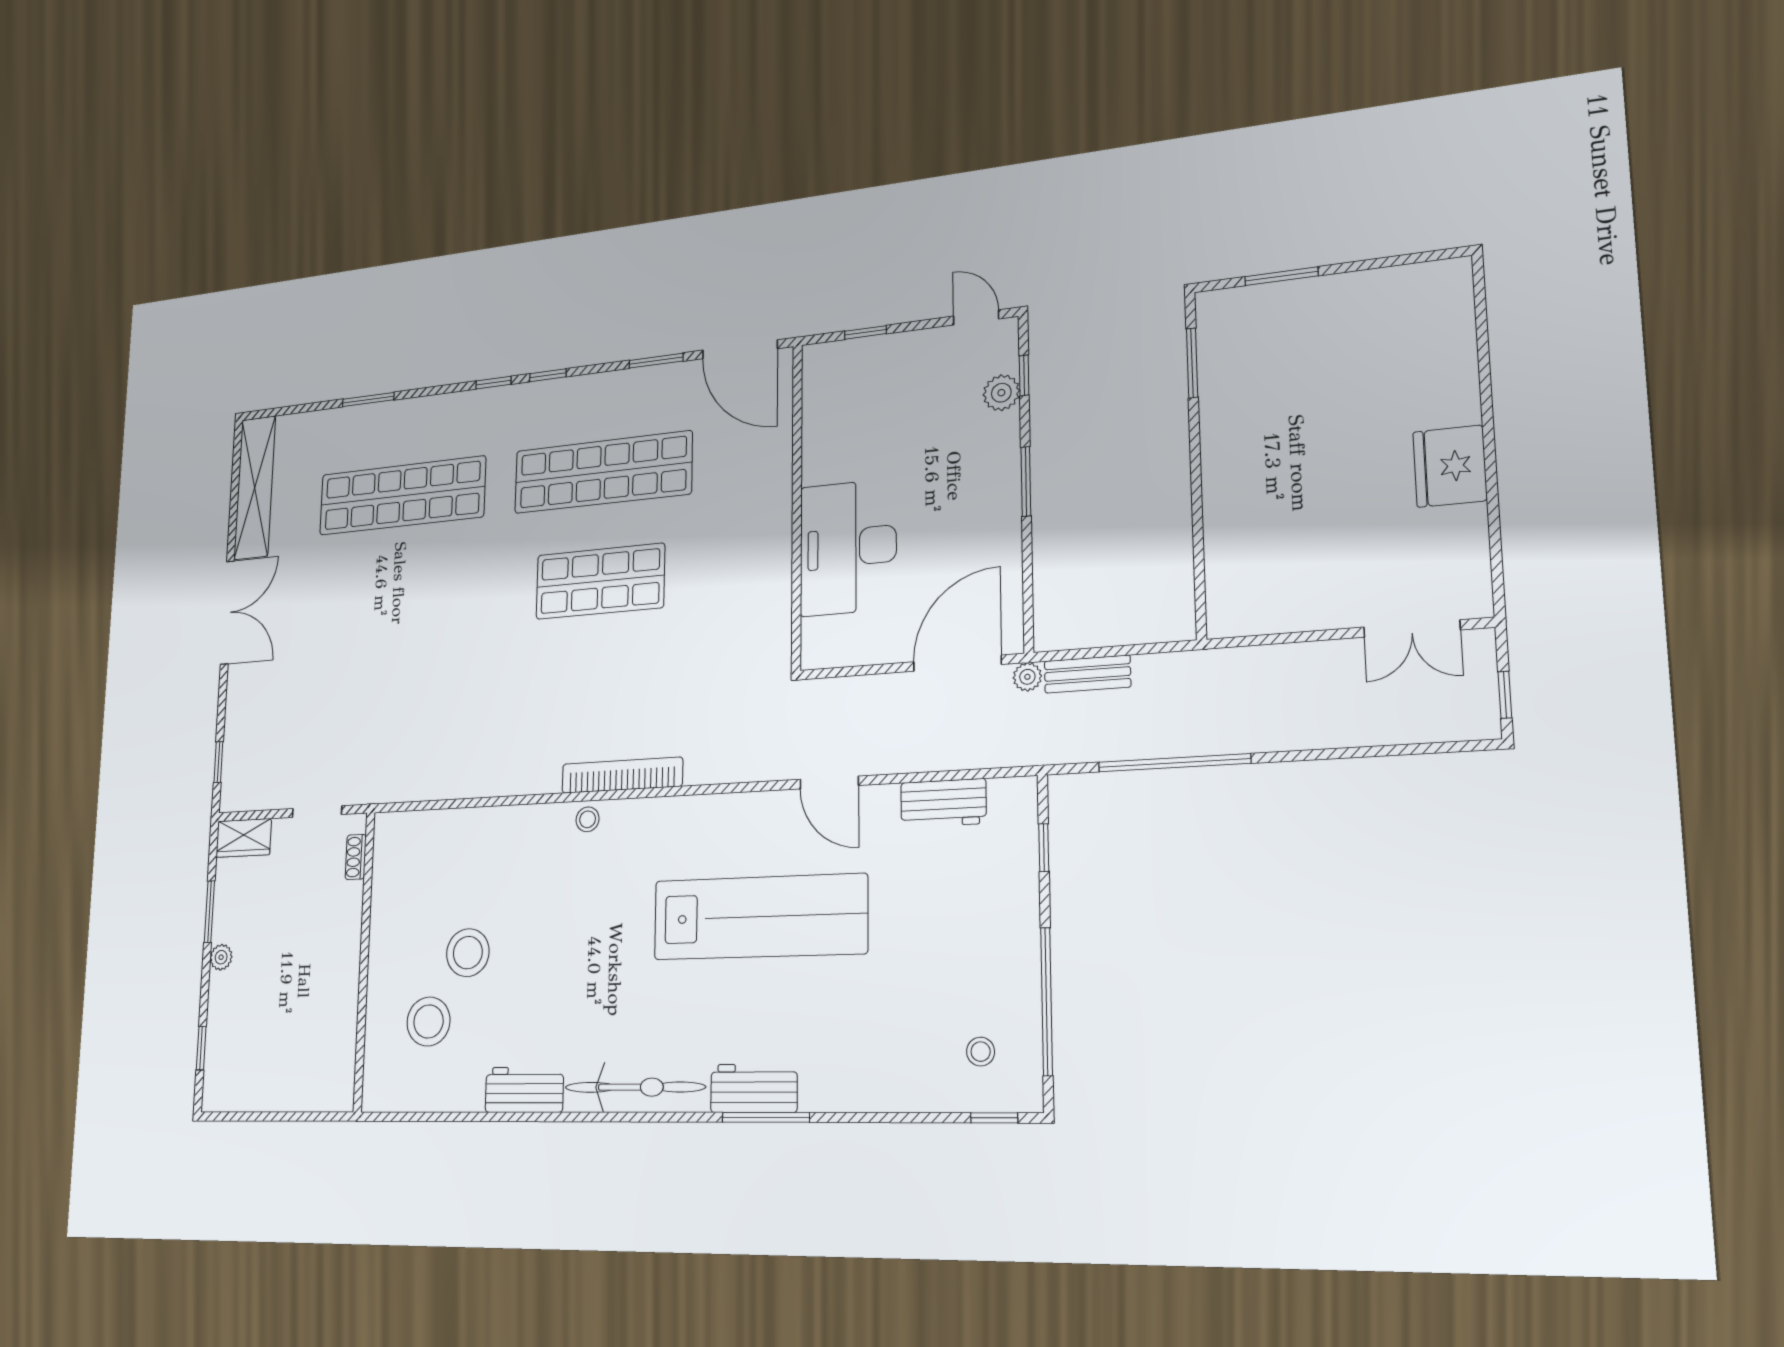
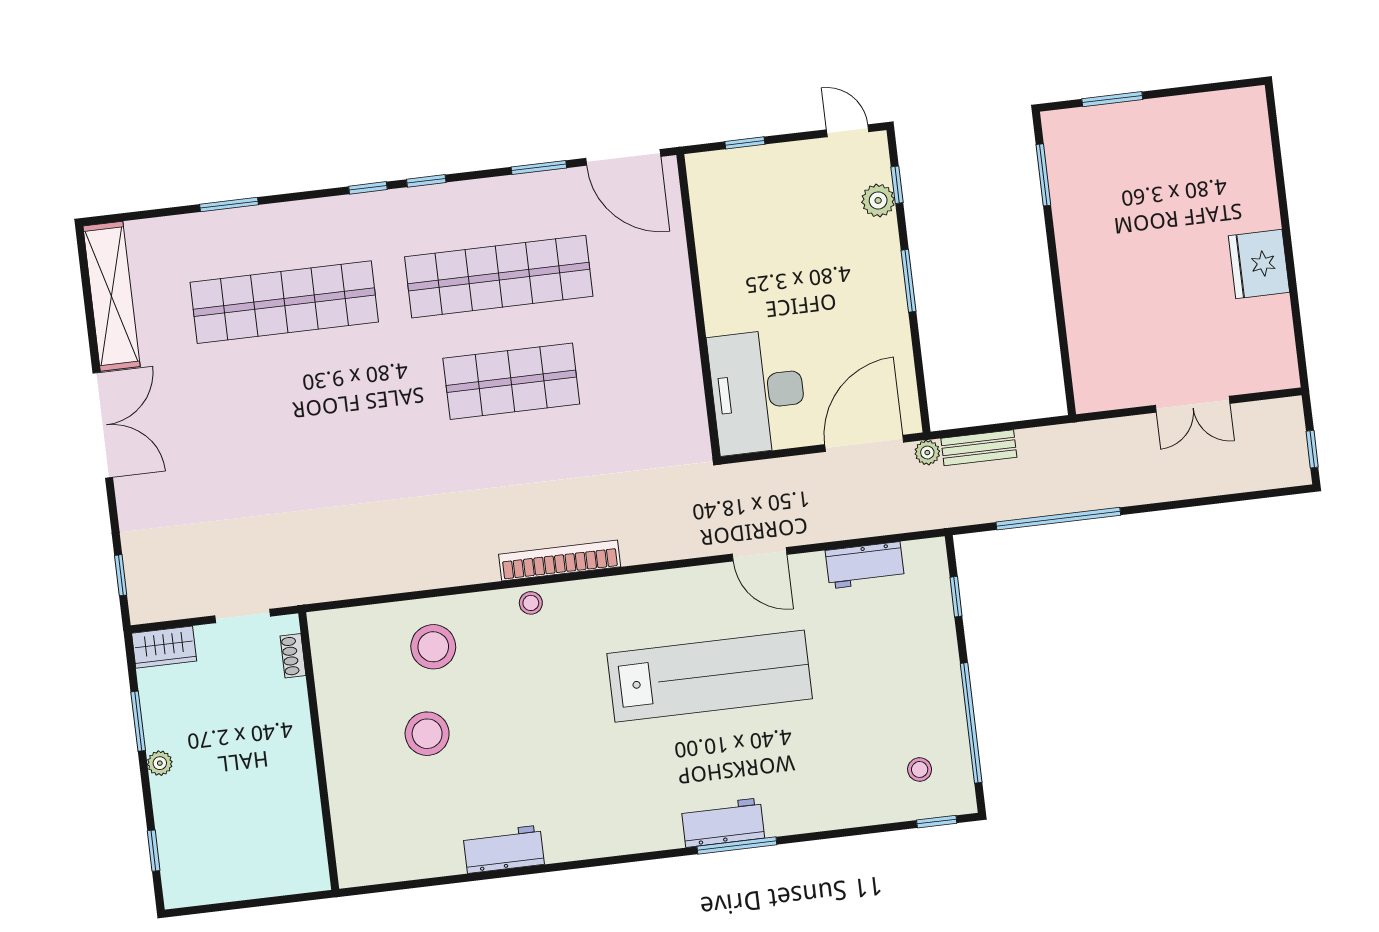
desk: (848, 547) -> (758, 392), moved
double door: (1412, 629) -> (1193, 404), moved
stool: (428, 1021) -> (433, 647), moved
bicycle: (635, 1087) -> (611, 834), removed

